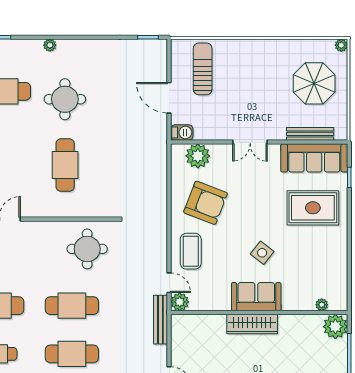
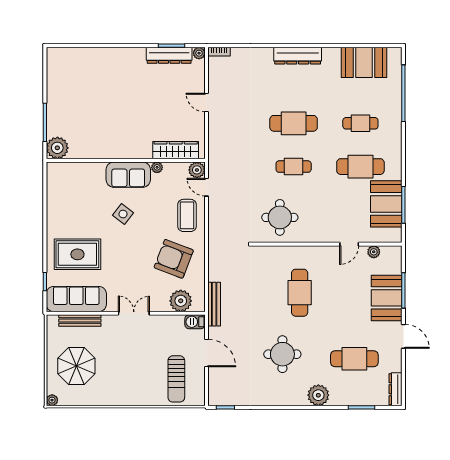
plant: (50, 45) -> (318, 395), width x1.88, depth x1.88
round table: (65, 99) -> (282, 354), moved
plant: (322, 305) -> (157, 167), moved
cafe table: (72, 306) -> (294, 167), width x0.73, depth x0.74
bench: (160, 320) -> (214, 304), moved
wardrobe: (252, 324) -> (176, 150), moved

